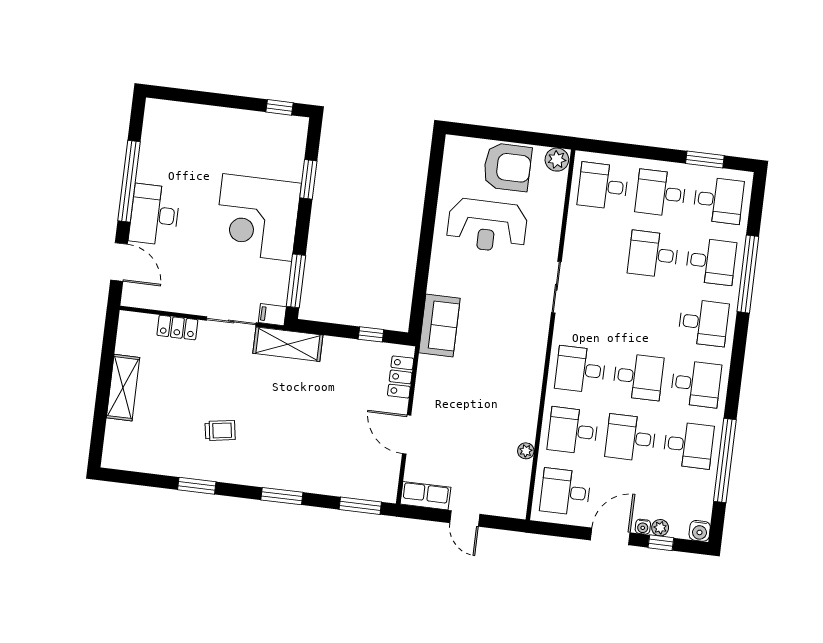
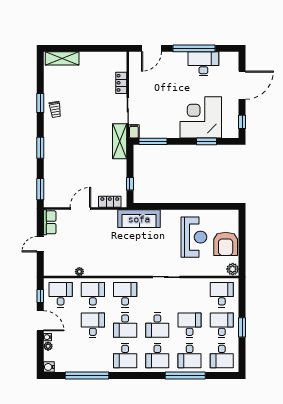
door: (210, 99) -> (242, 85), added
window: (705, 160) -> (242, 327), moved
desk: (154, 215) -> (203, 64), moved
corner desk: (257, 217) -> (201, 117), moved
reception desk: (487, 226) -> (194, 237), turned 180
sofa: (439, 325) -> (139, 219), width x1.36
shelving: (123, 388) -> (62, 58), moved
trolley: (220, 431) -> (55, 109), moved
desk: (688, 445) -> (157, 325), moved
window: (661, 543) -> (40, 296), moved

